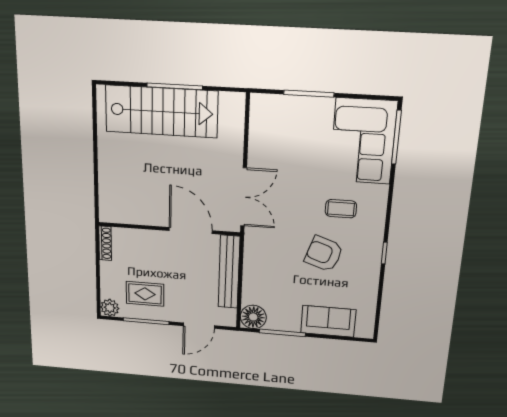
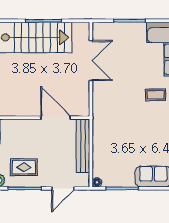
double door: (244, 197) -> (91, 61), moved
armchair: (324, 254) -> (147, 127), removed
floor lamp: (253, 317) -> (97, 182), width x0.53, depth x0.53

